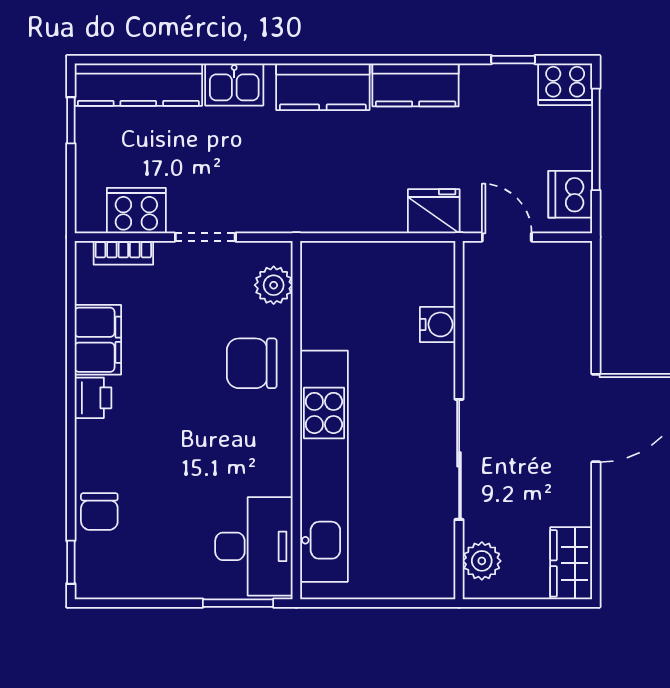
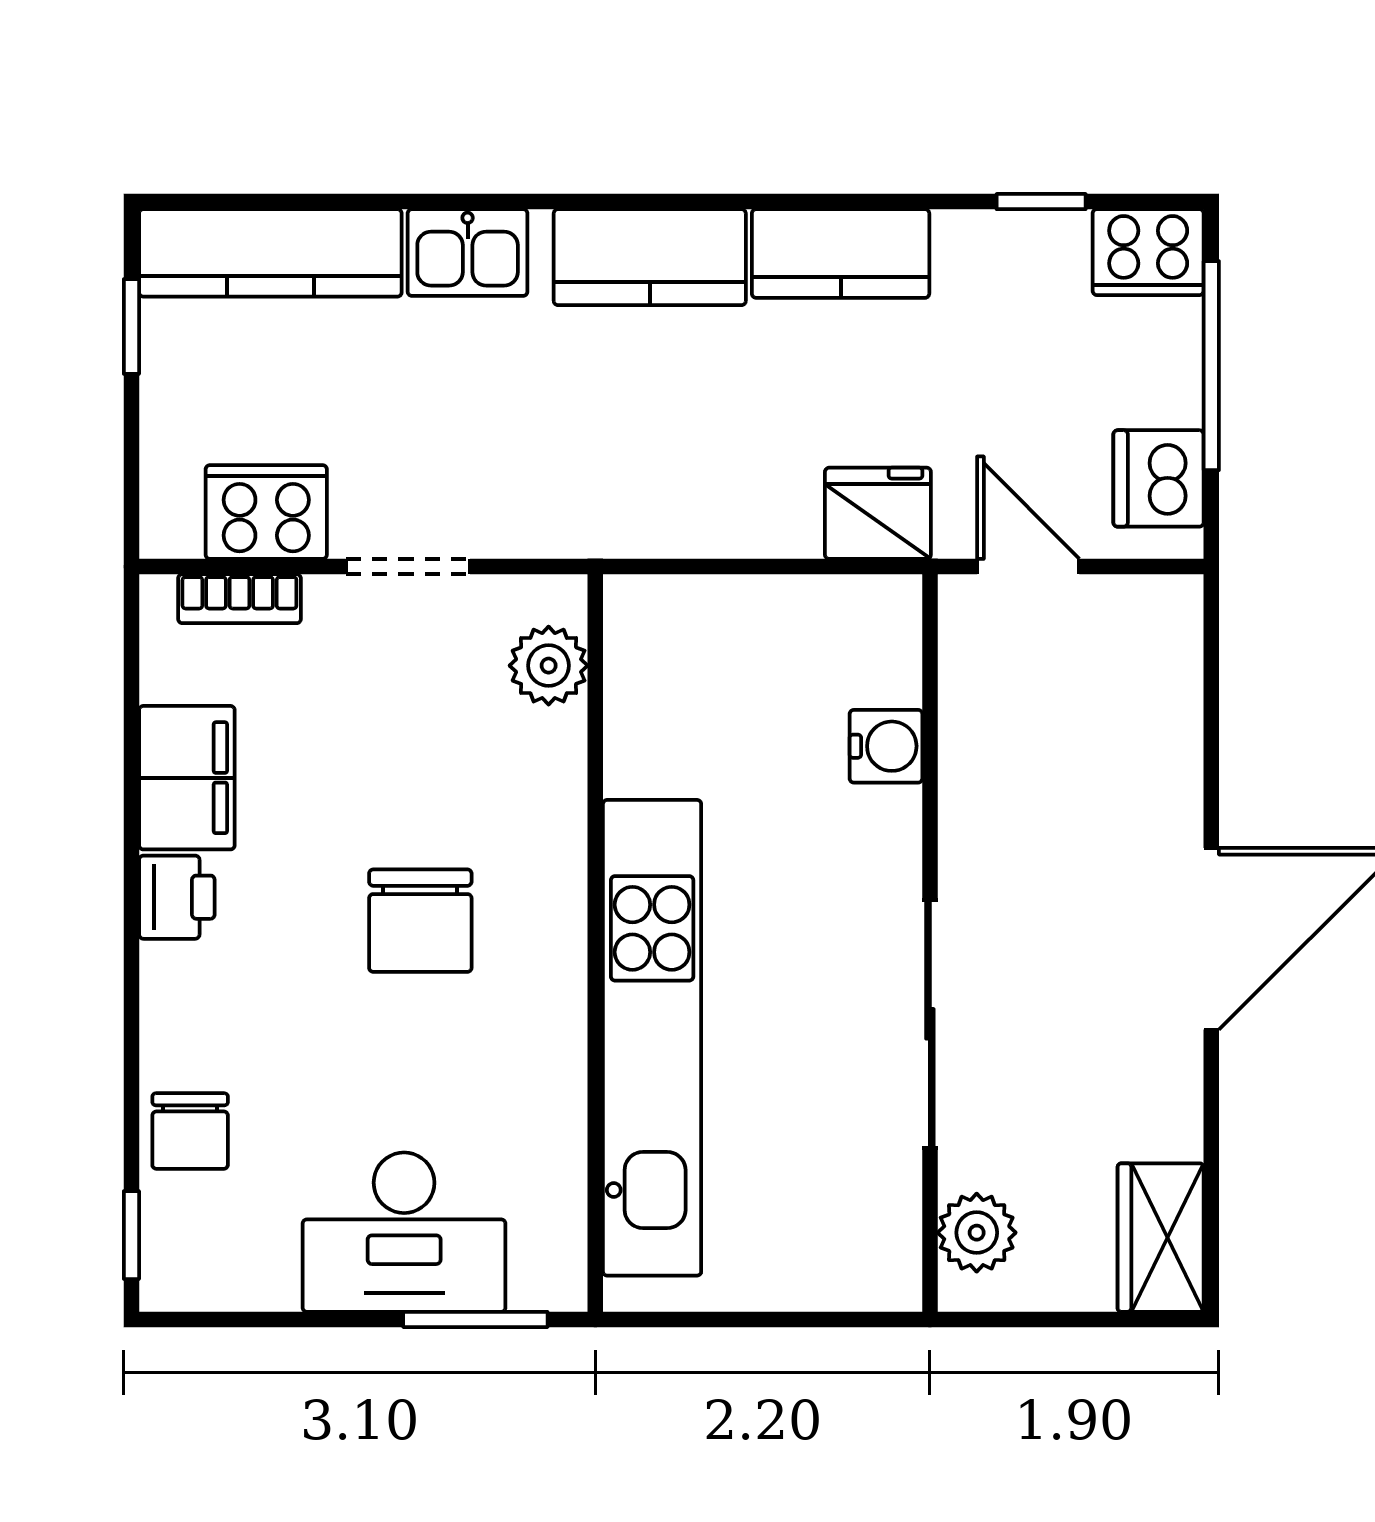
chair: (252, 363) -> (420, 921), moved, turned -90
desk: (254, 546) -> (404, 1232), moved, turned 90

